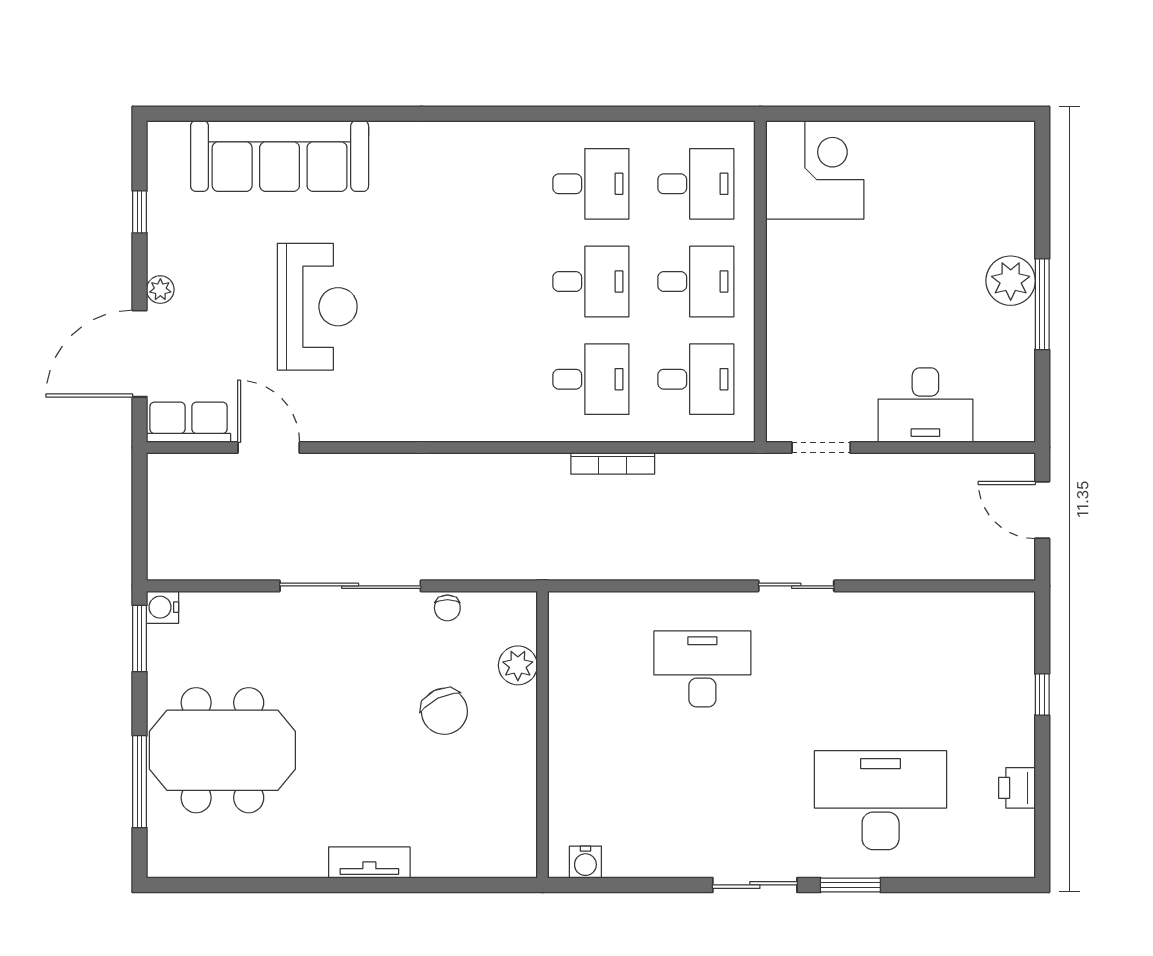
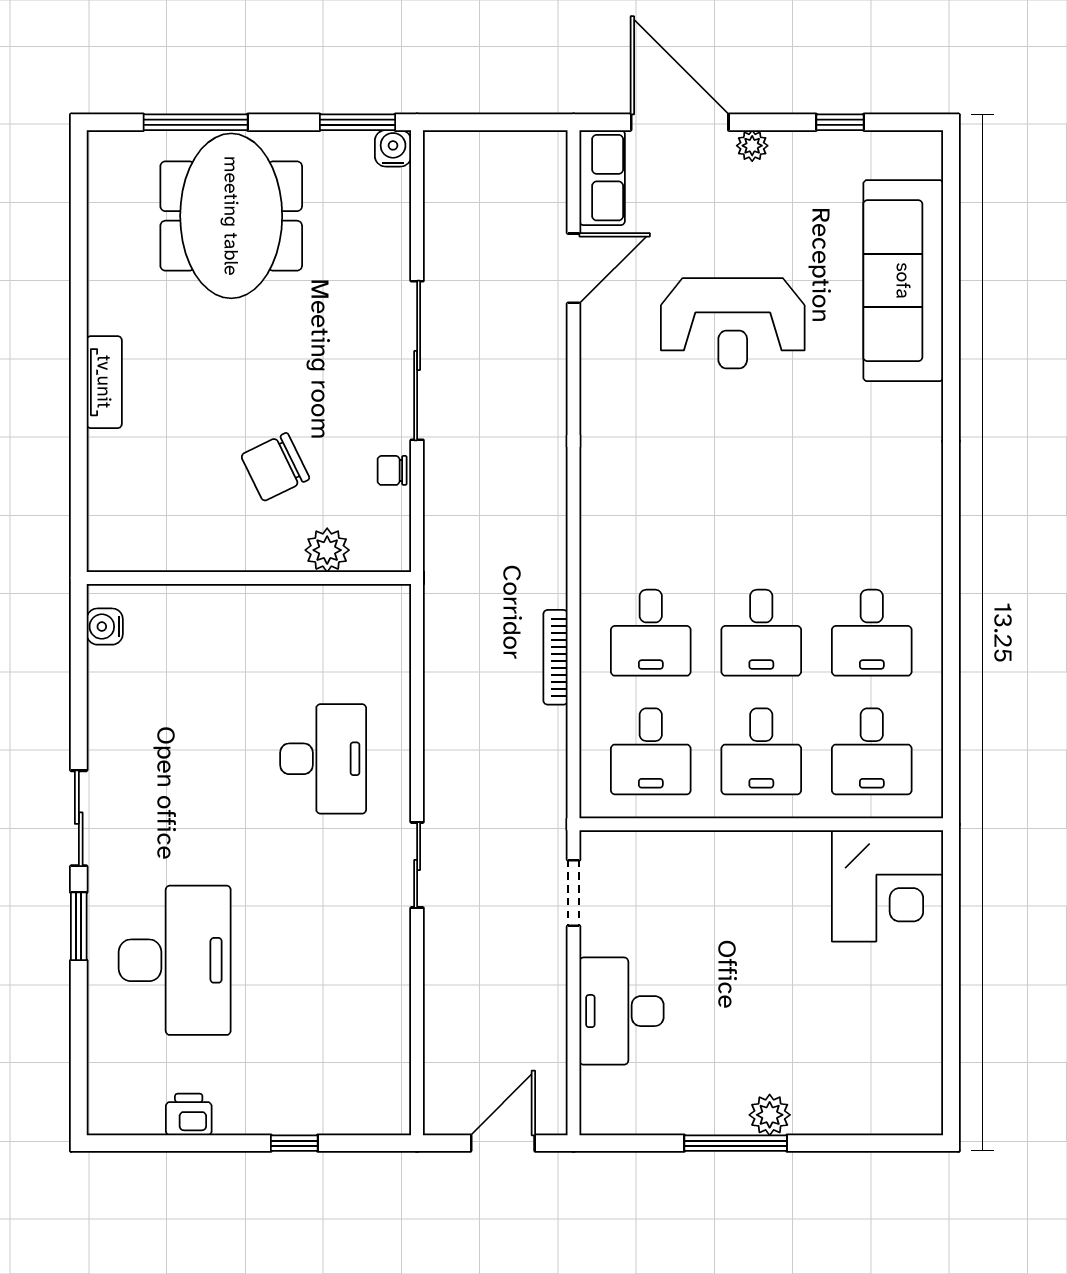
plant: (1011, 281) -> (770, 1115), width x0.73, depth x0.73

